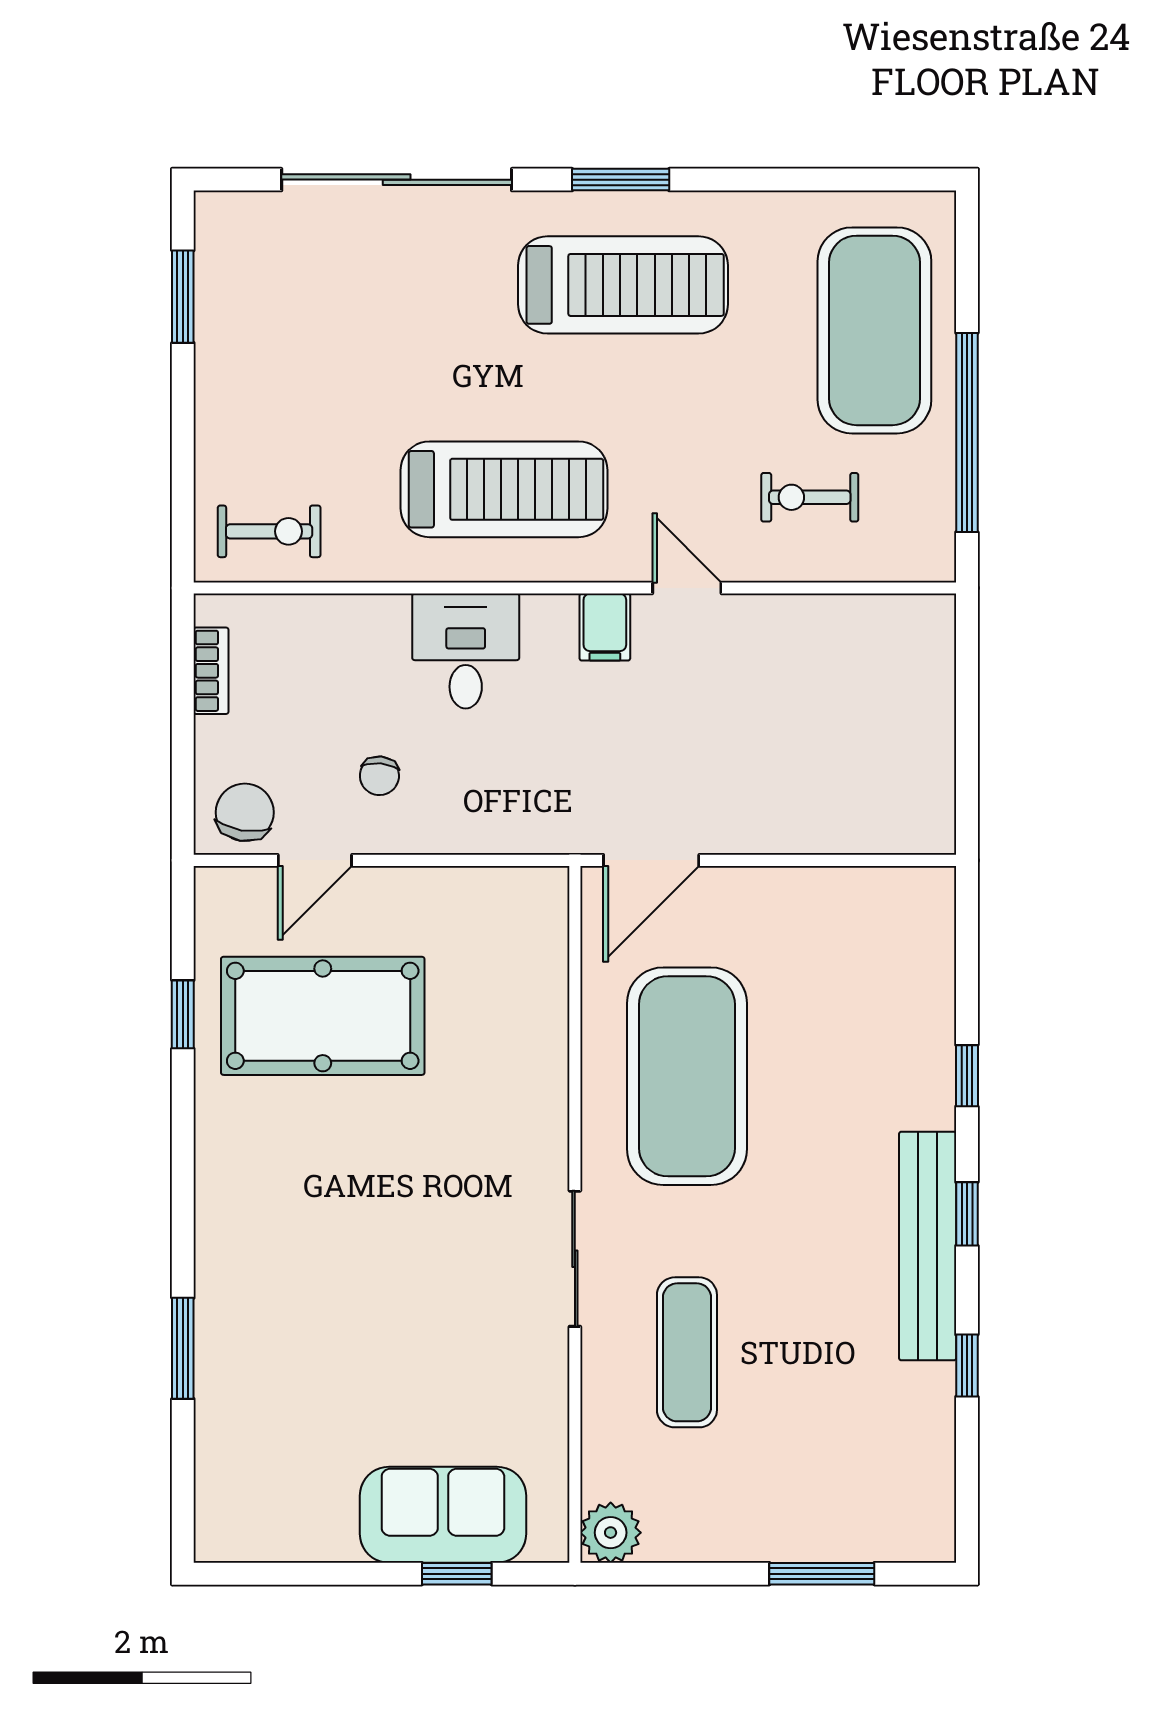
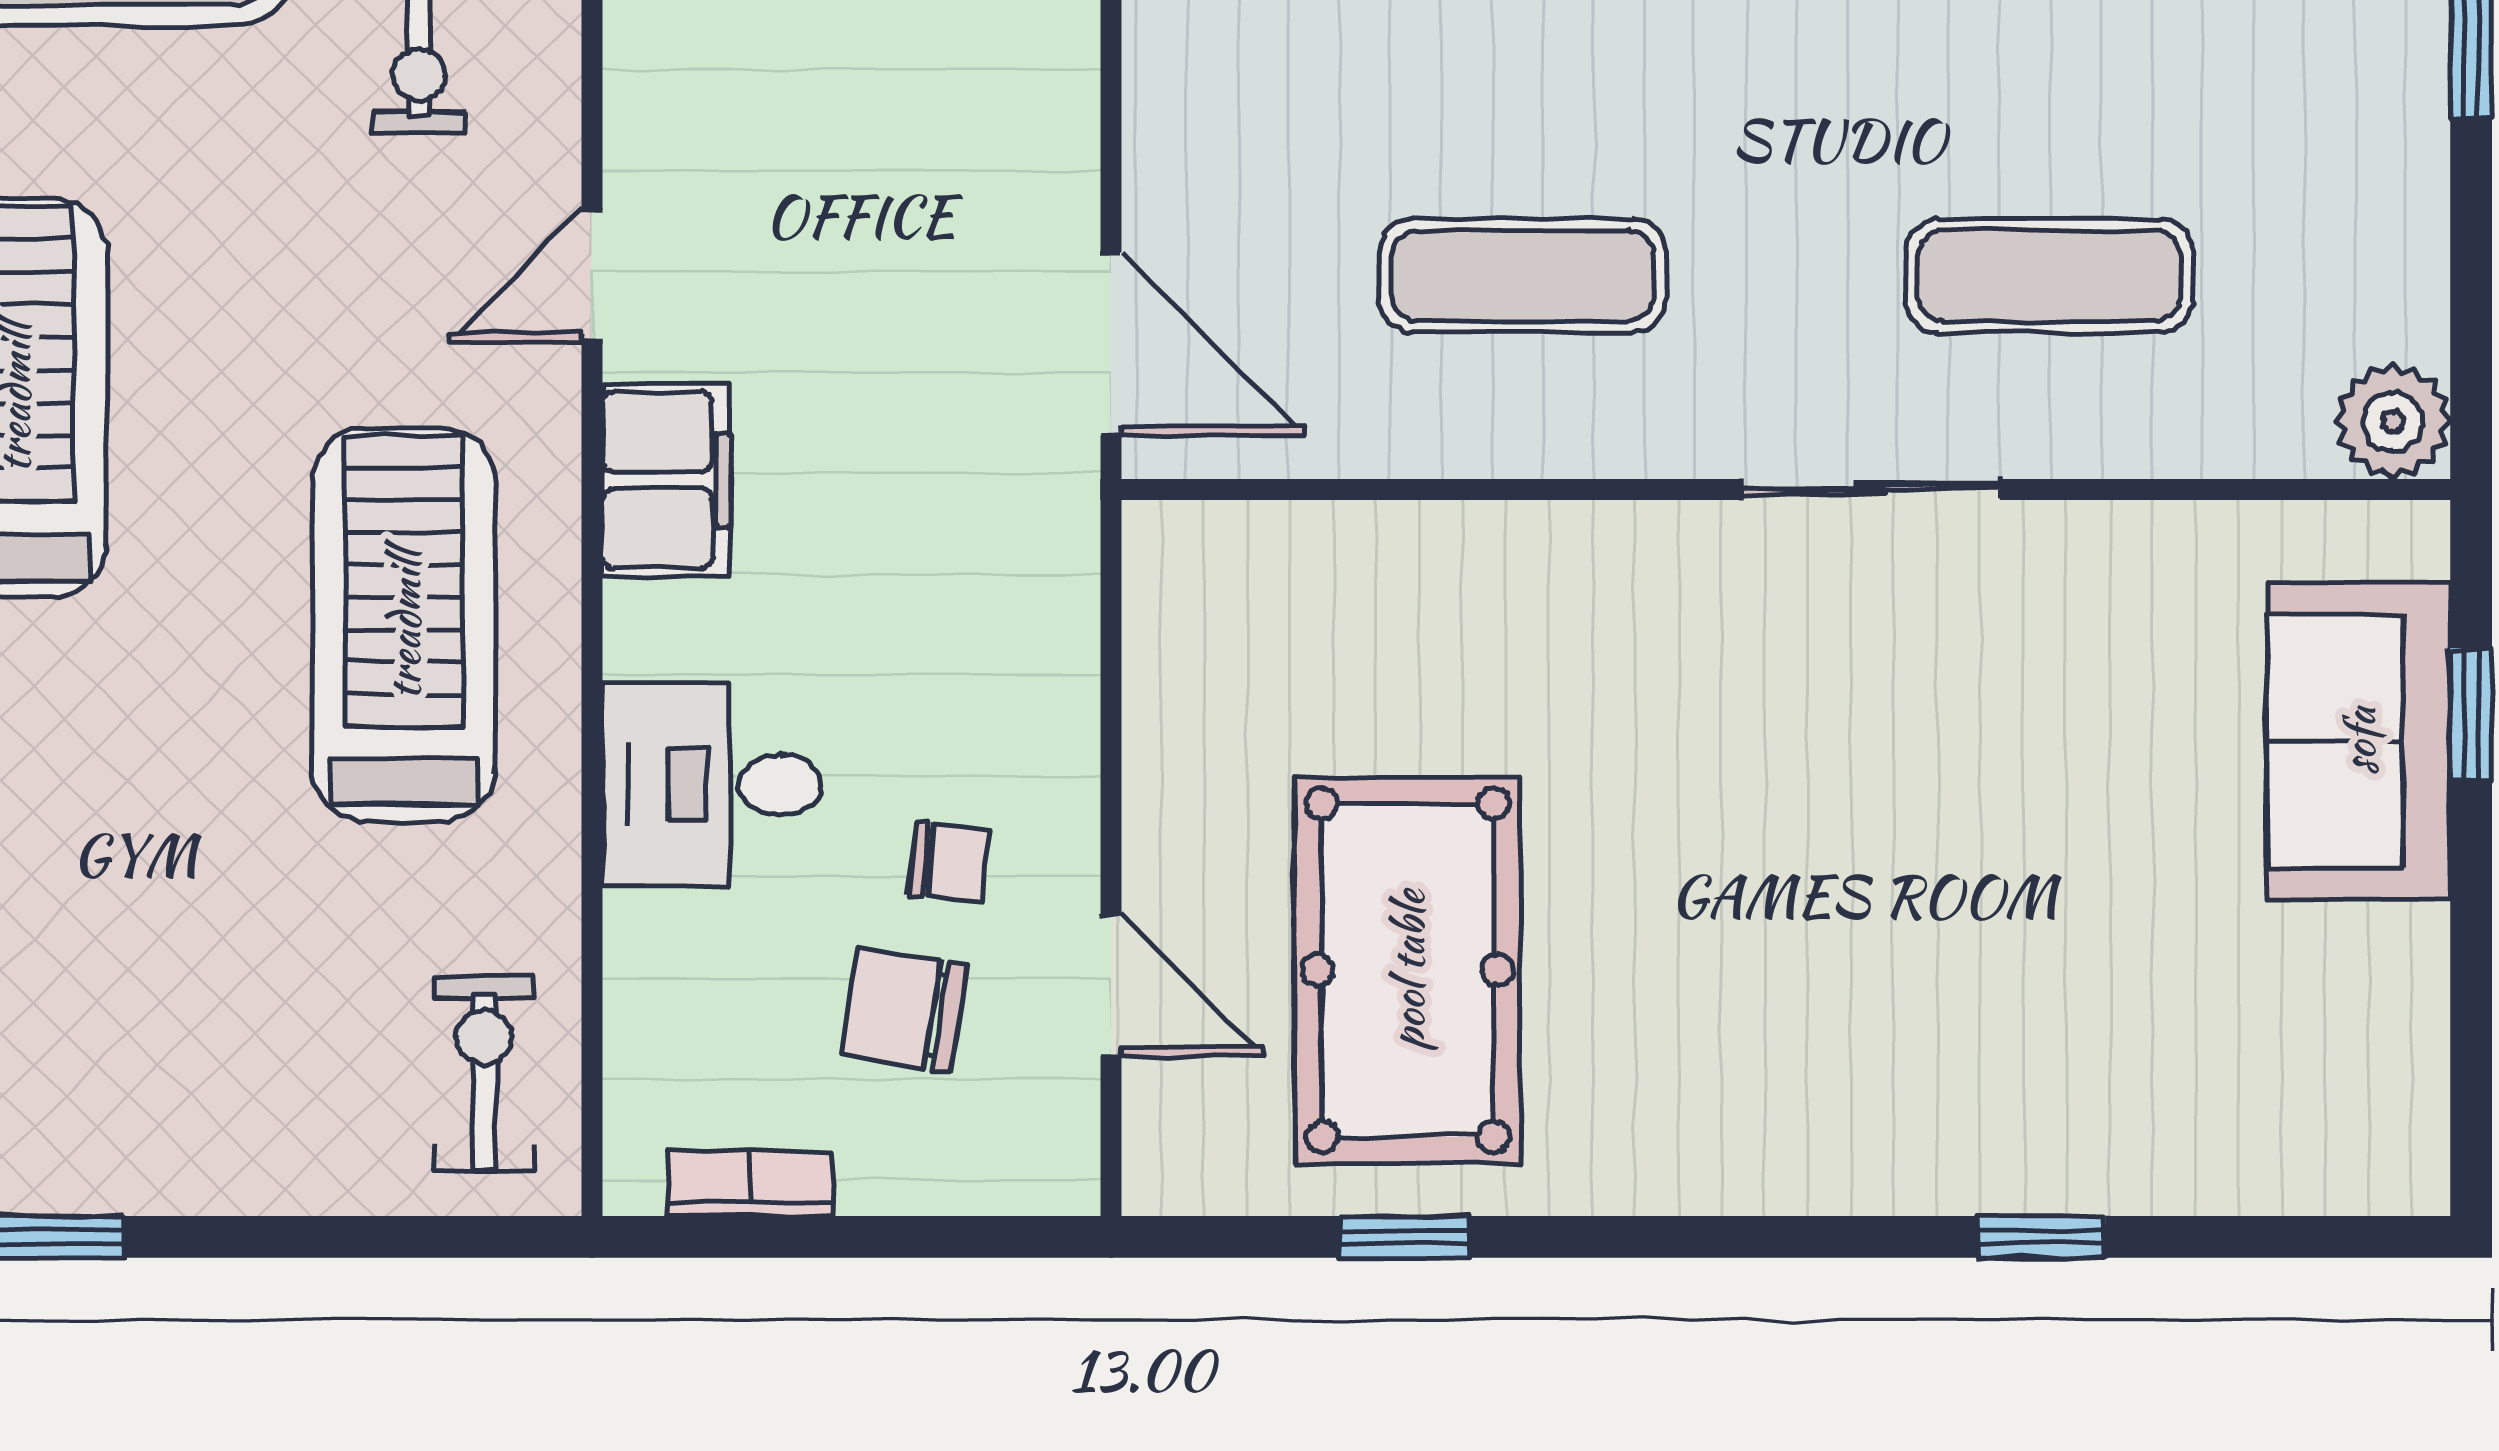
filing cabinet: (605, 627) -> (666, 480), width x2.00
desk: (466, 651) -> (712, 784), moved
chair: (245, 812) -> (904, 1010), moved
exercise mat: (687, 1076) -> (1523, 276), width x0.50, depth x0.69
window: (183, 1348) -> (2041, 1237), width x0.67

